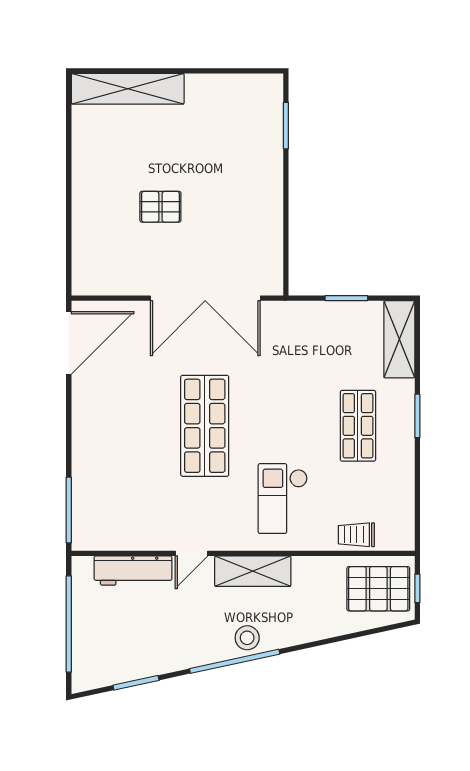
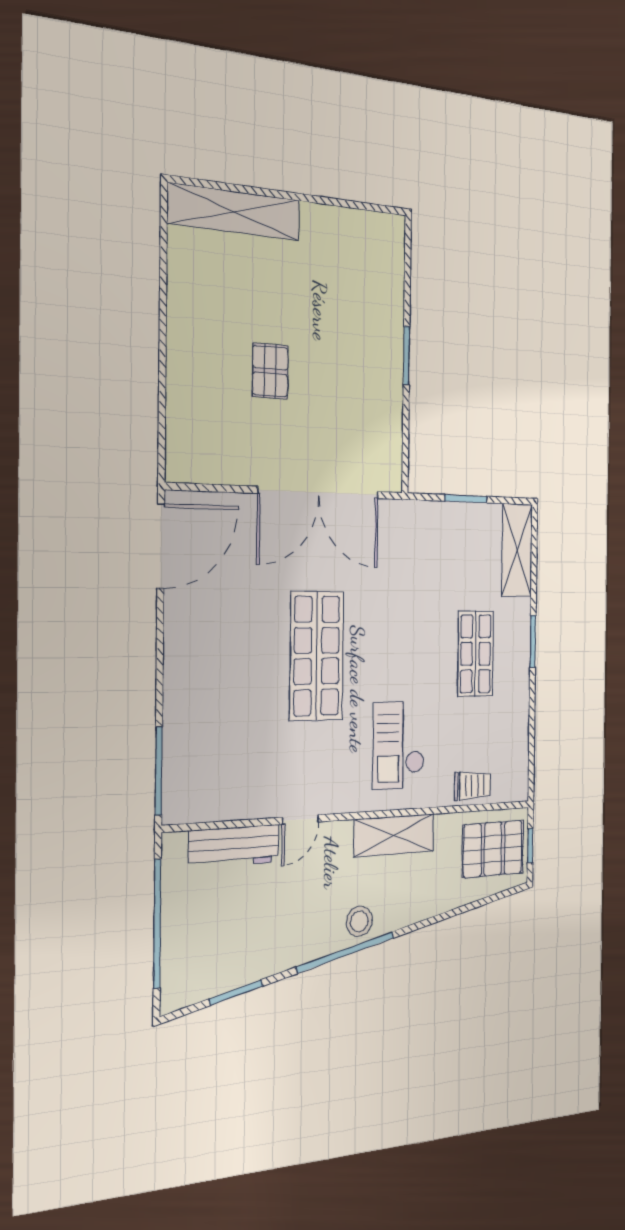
window: (286, 126) -> (407, 356), moved
pallet: (160, 207) -> (270, 371), turned 90
trolley: (356, 535) -> (472, 786), turned 180
shelving: (253, 571) -> (394, 835), moved

